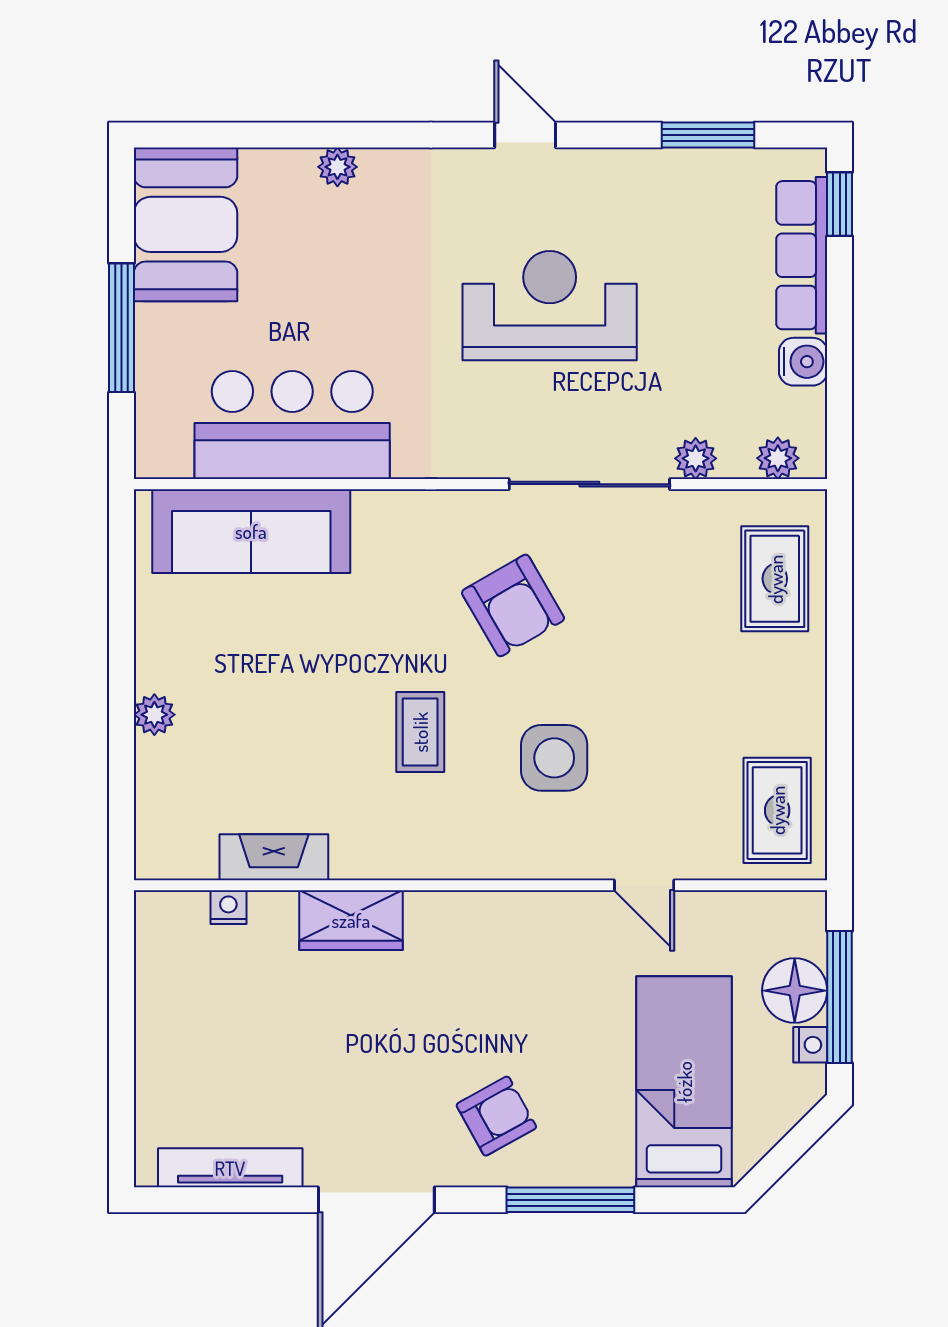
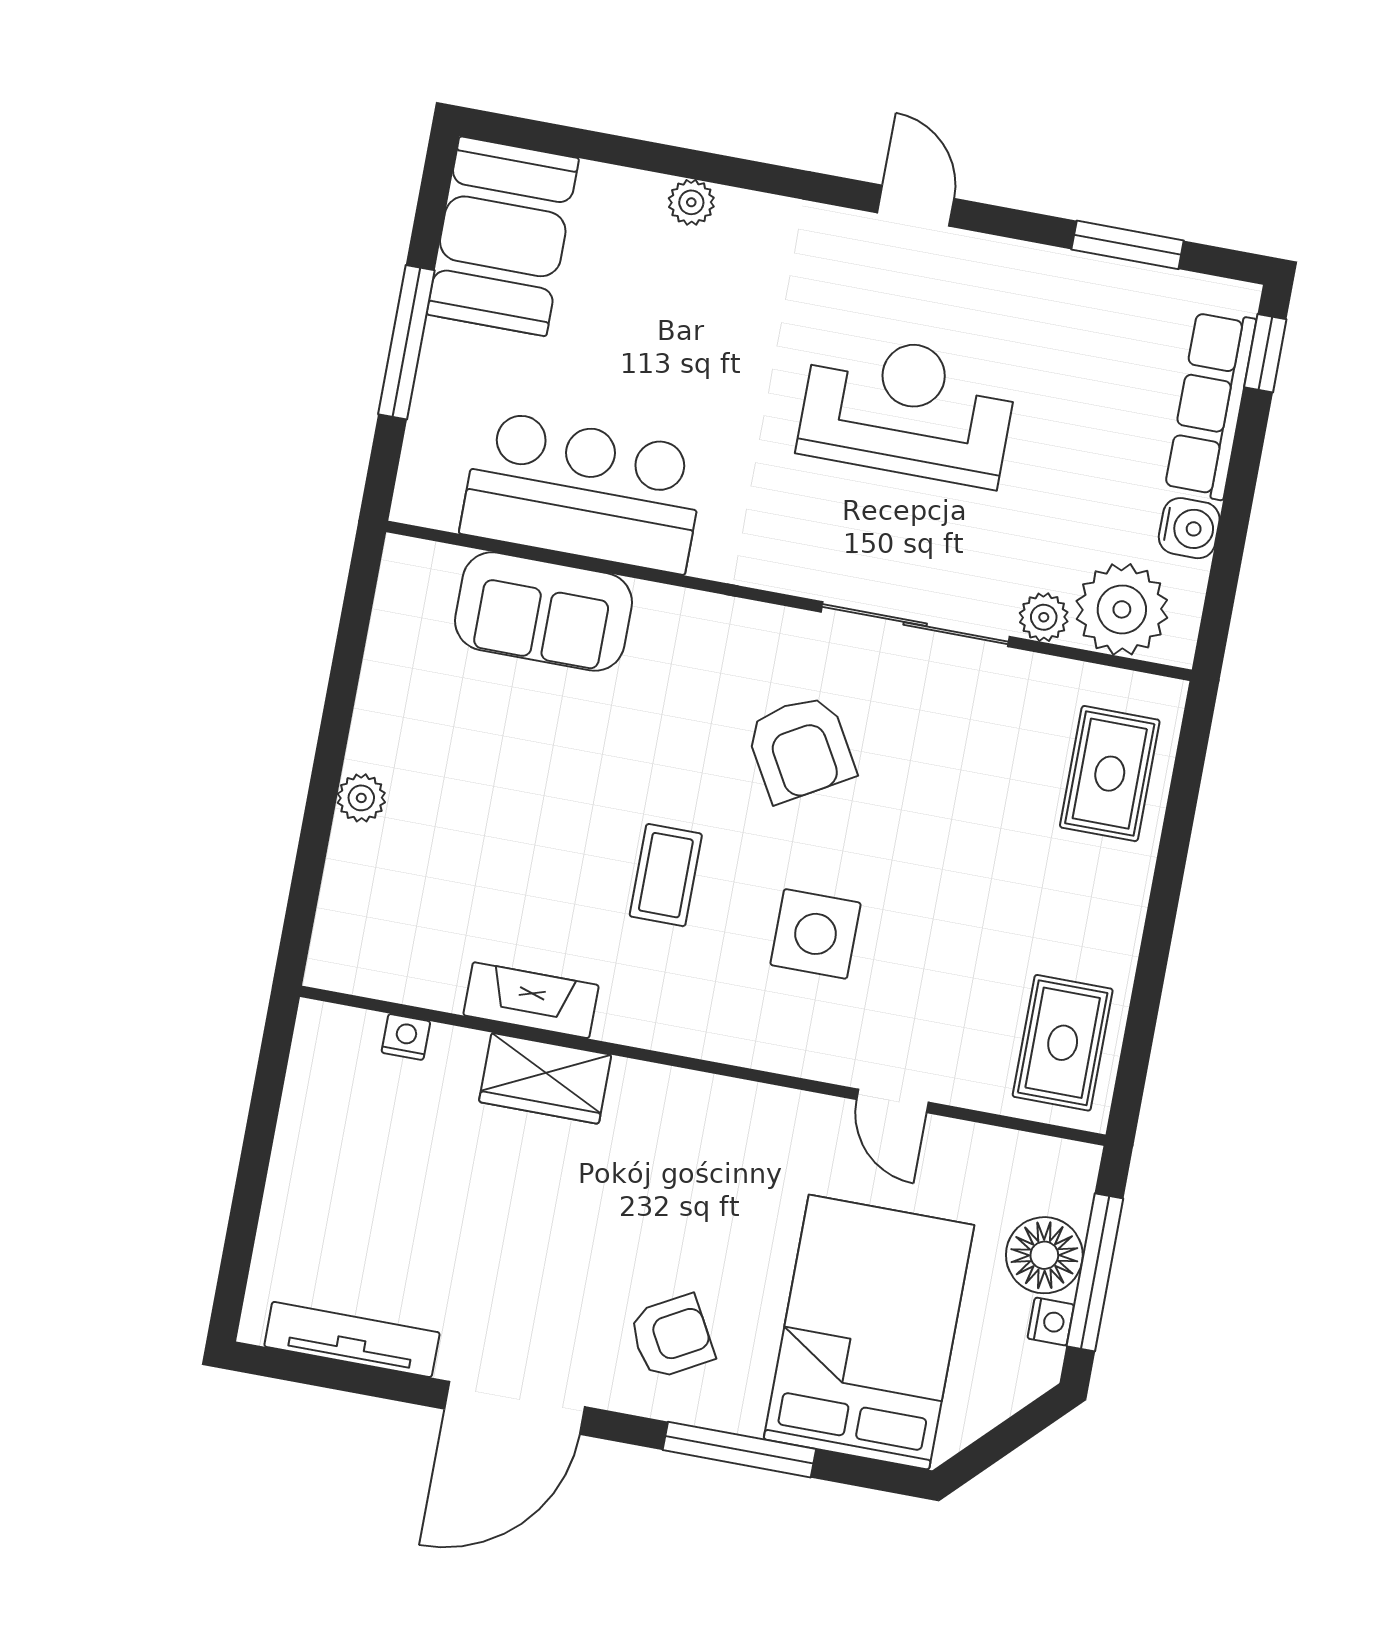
plant: (778, 458) -> (1122, 609), width x1.87, depth x1.87
sofa: (251, 531) -> (543, 612), width x0.73
fireplace: (274, 857) -> (531, 1000), moved
bed: (684, 1082) -> (869, 1332), width x1.50

